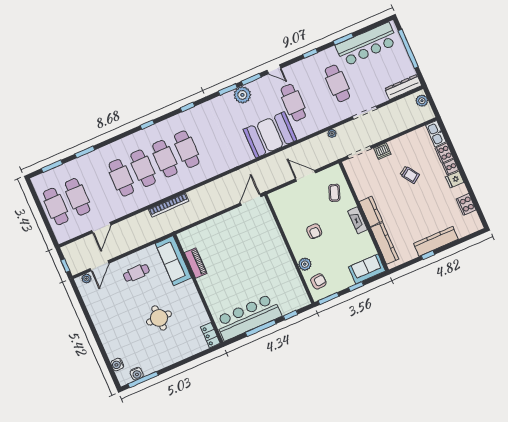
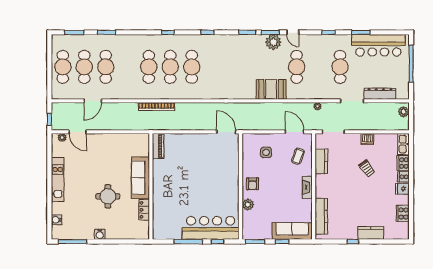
dresser: (403, 87) -> (380, 94), moved
plant: (242, 95) -> (273, 42), moved
booth: (270, 135) -> (271, 89), width x0.73, depth x0.70
dishwasher: (382, 151) -> (367, 139), moved
door: (305, 176) -> (295, 132), moved
cafe table: (121, 178) -> (106, 67), moved
door: (251, 200) -> (226, 132), hinge flipped
side table: (300, 203) -> (266, 152), added
kitchen counter: (371, 211) -> (321, 161), moved
armchair: (314, 231) -> (253, 184), moved
kitchen counter: (436, 241) -> (371, 233), width x0.67
sofa: (173, 261) -> (140, 178), moved
piano: (196, 263) -> (158, 146), moved
door: (100, 266) -> (78, 132), hinge flipped
sofa: (367, 269) -> (292, 231), width x1.36
cafe table: (136, 273) -> (105, 151), removed
armchair: (318, 281) -> (253, 224), removed
bar counter: (248, 317) -> (211, 228), moved
kitchen unit: (101, 323) -> (58, 180), added
locker: (210, 335) -> (144, 210), moved
water cooler: (137, 374) -> (100, 234), moved

